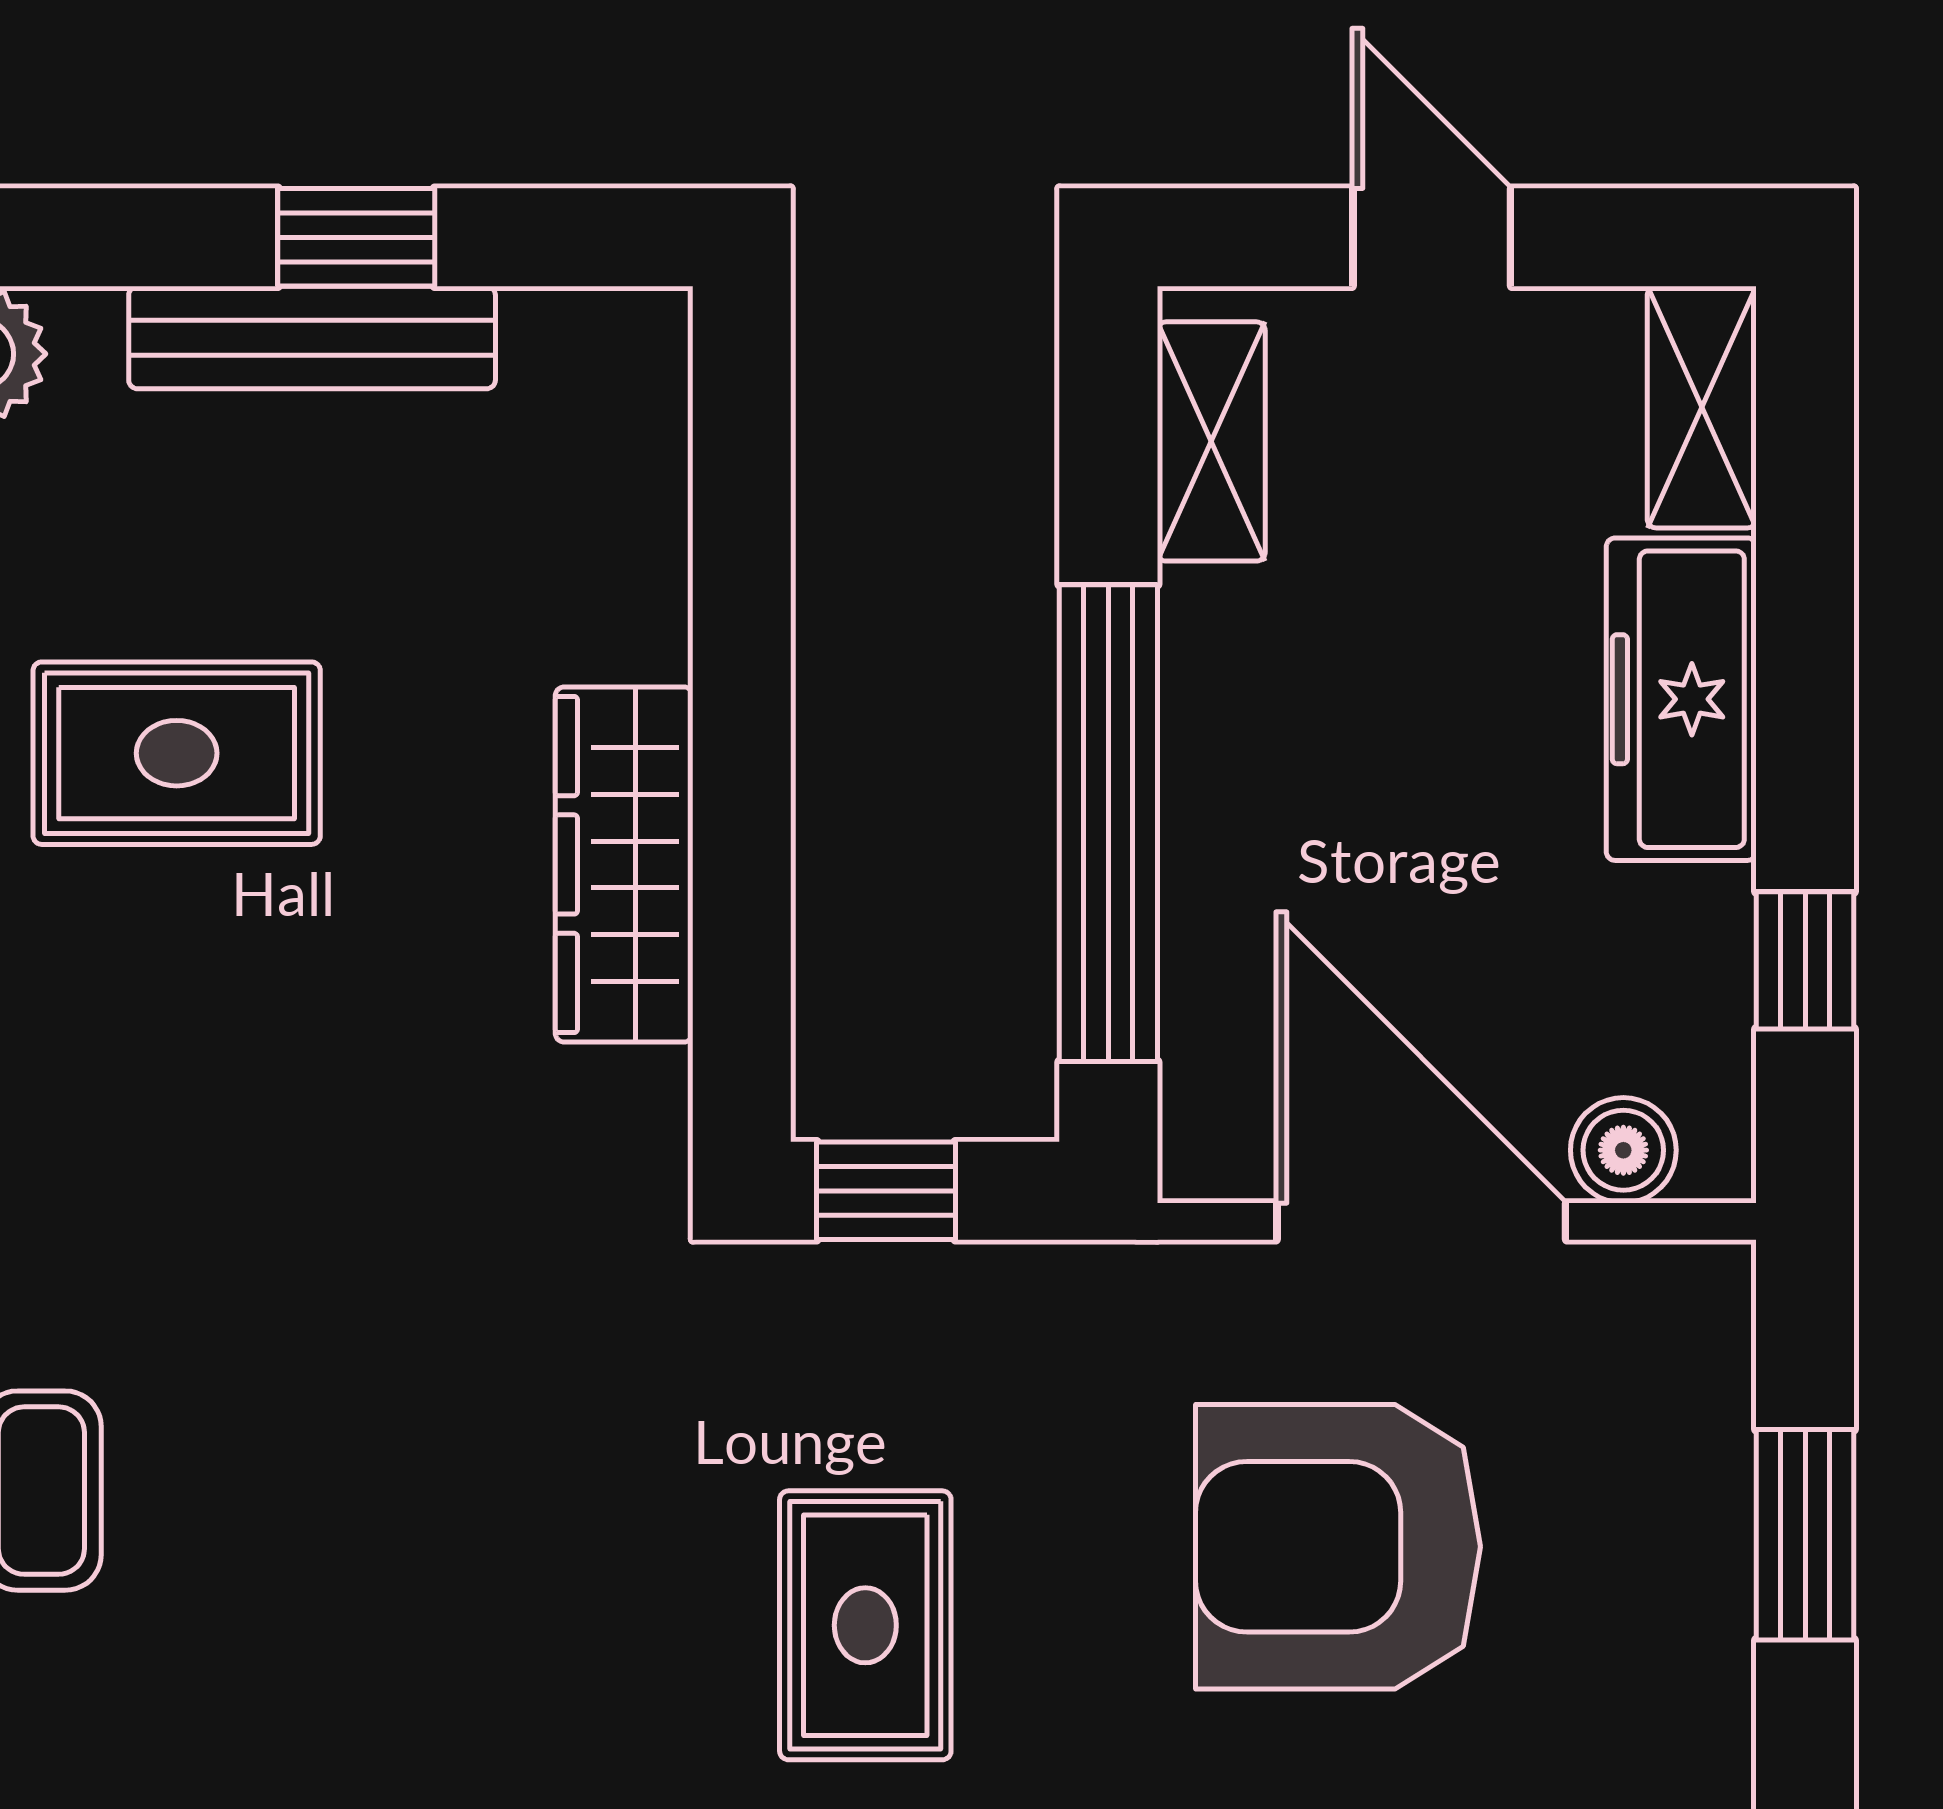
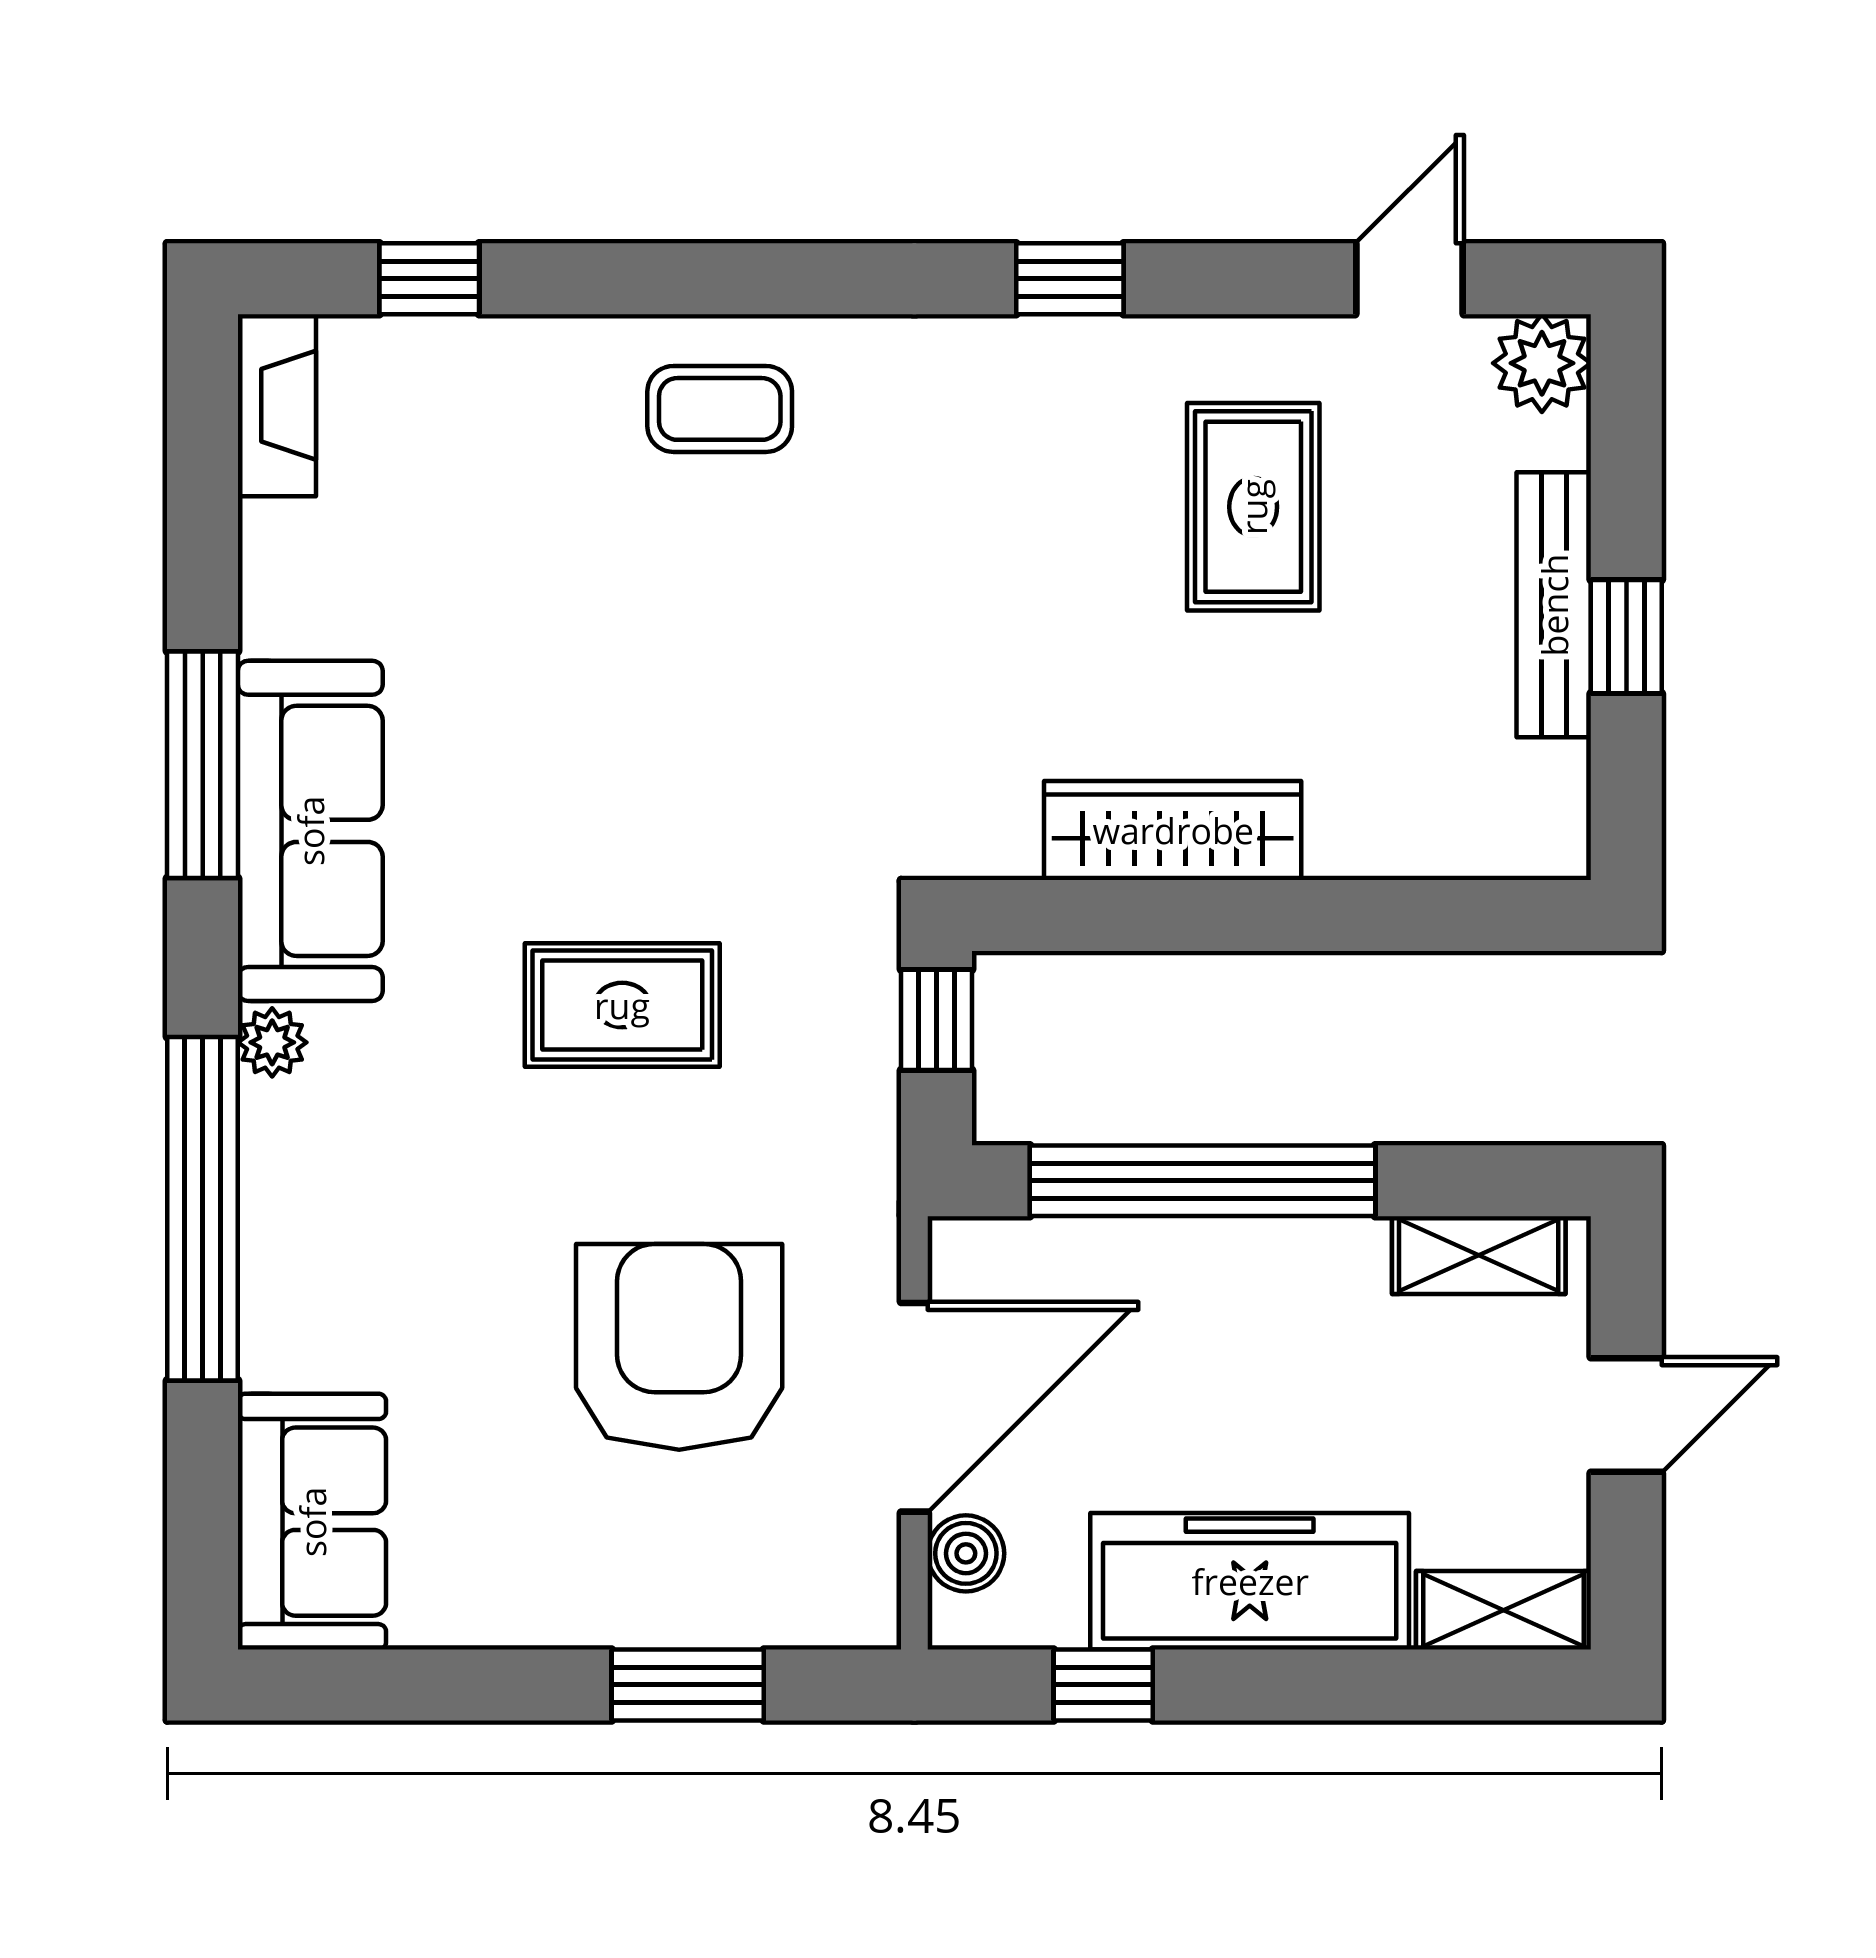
freezer: (1681, 699) -> (1250, 1581), width x1.36, depth x1.26

